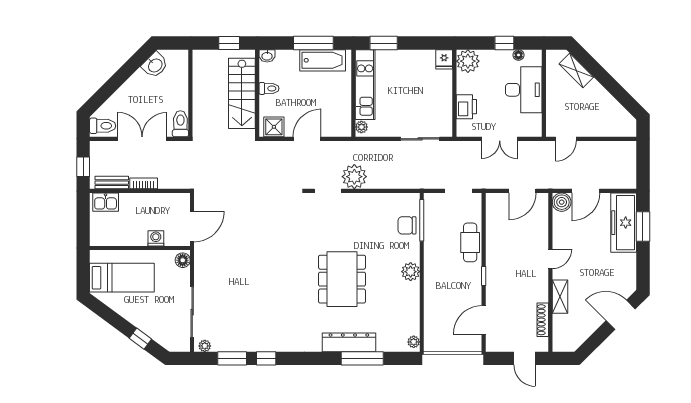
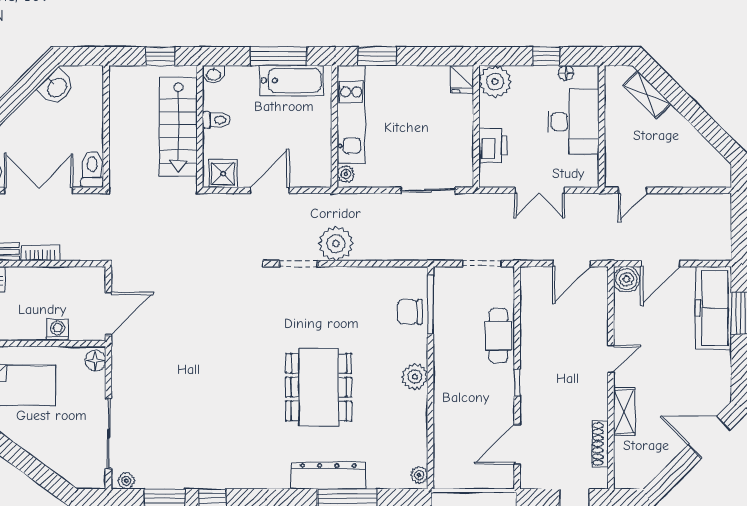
window: (140, 339) -> (36, 471), removed

